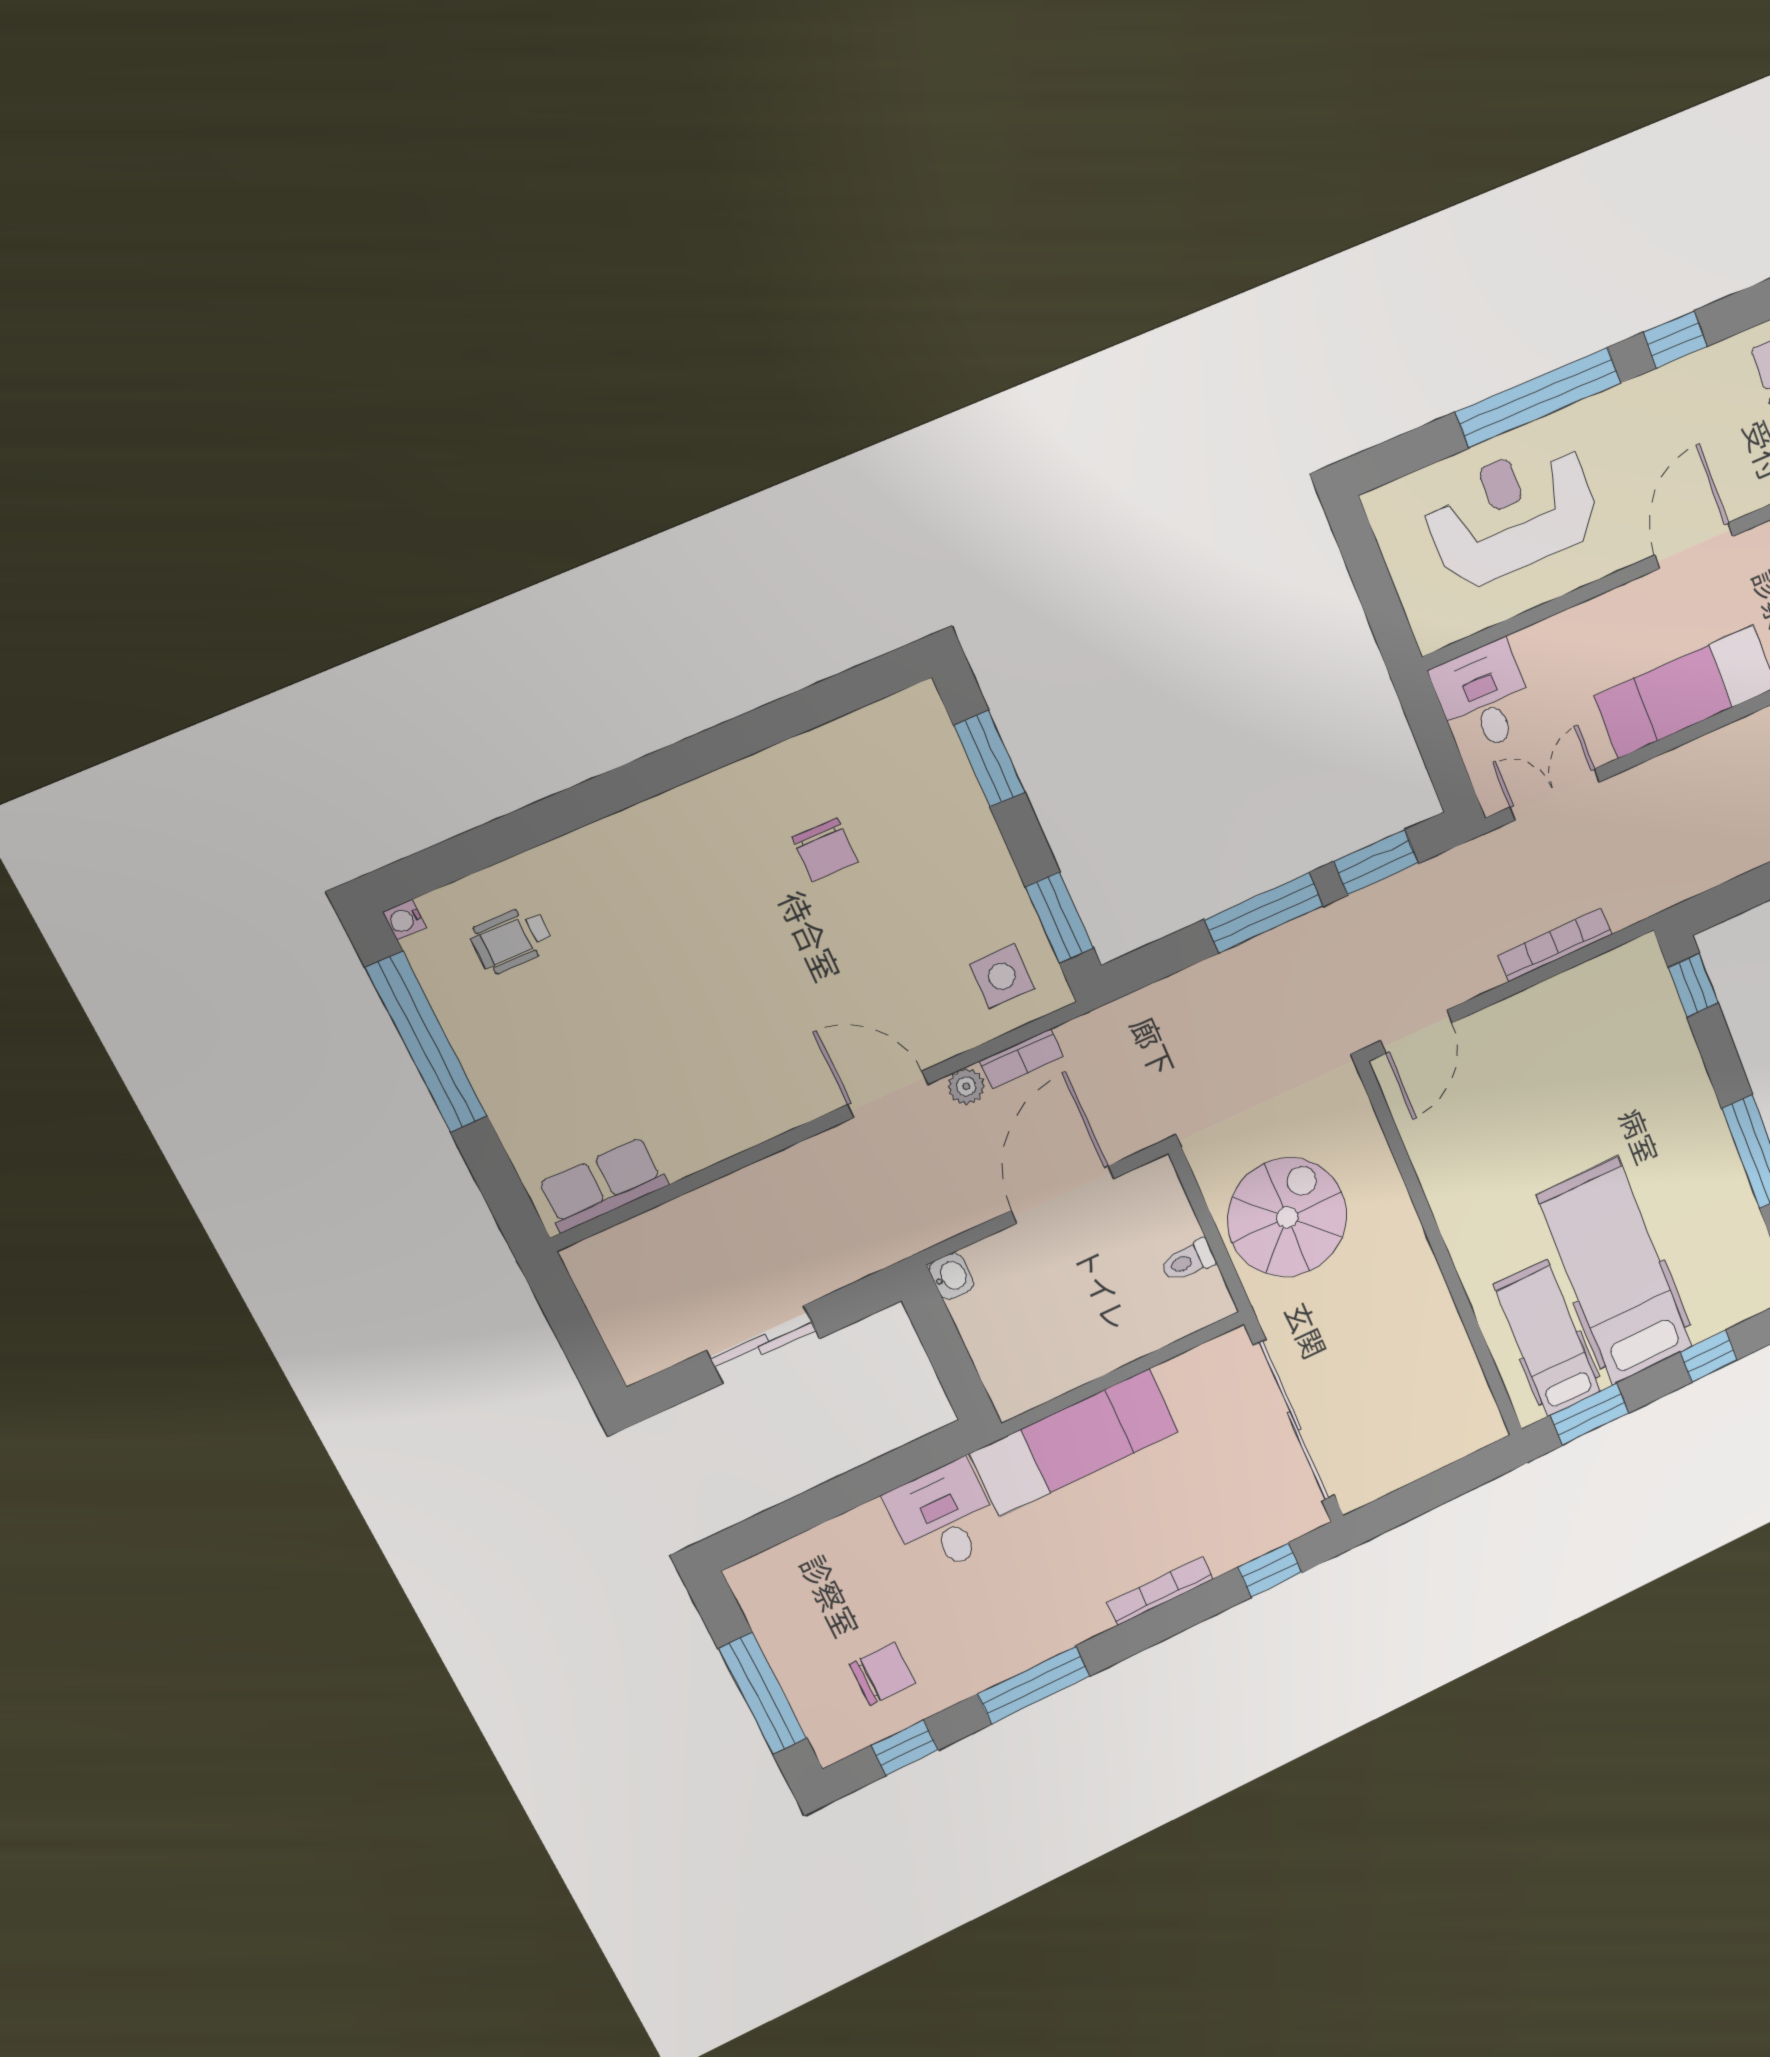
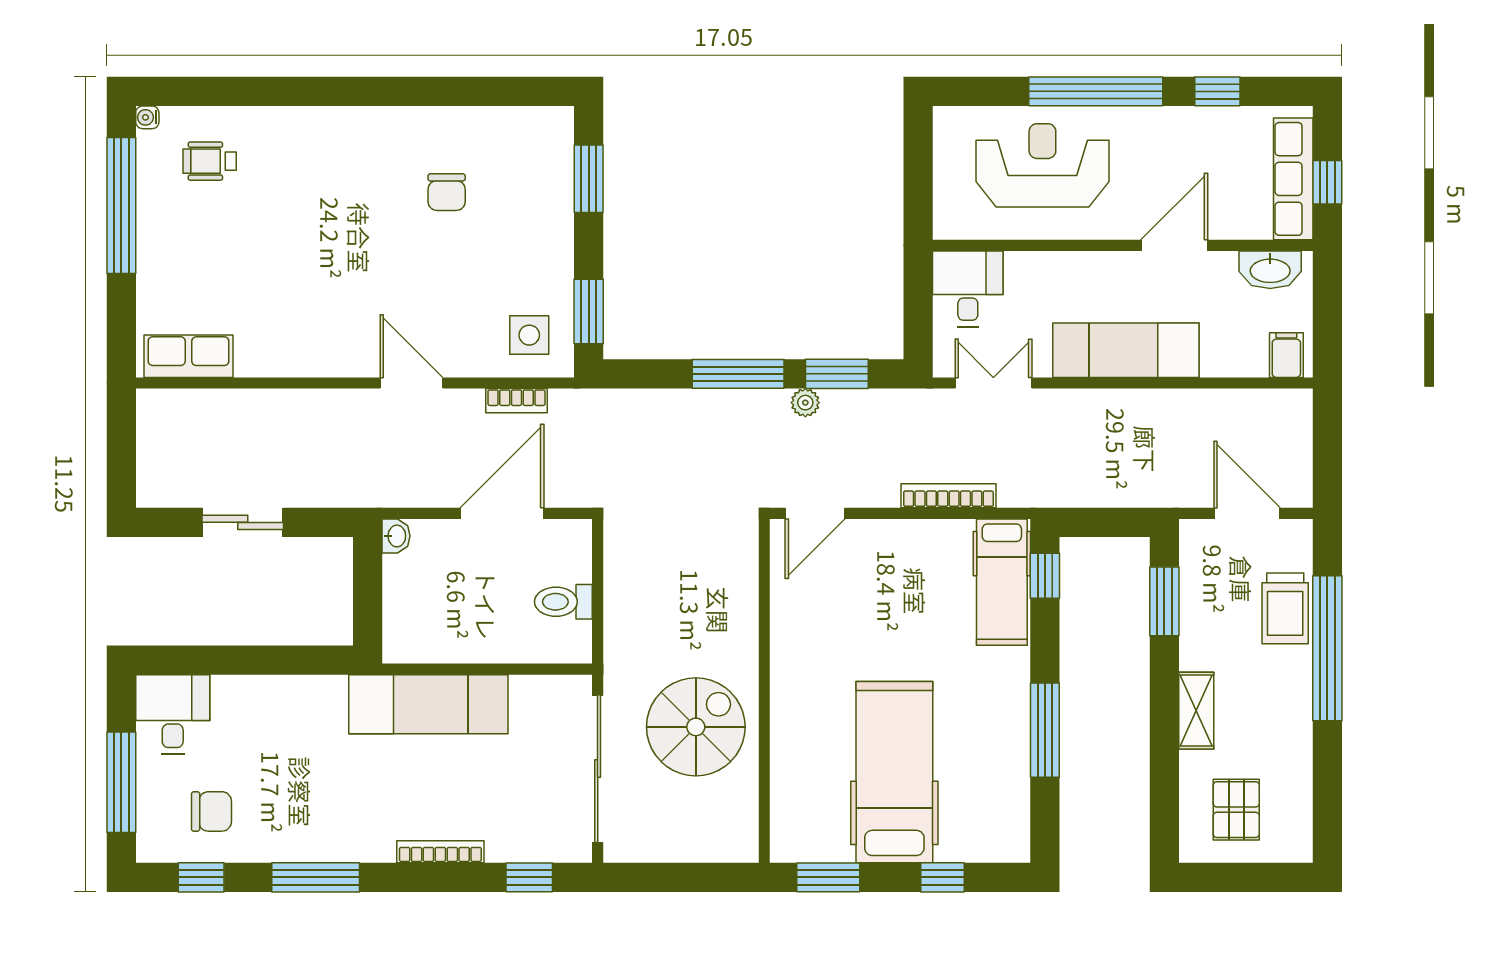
plant: (966, 1086) -> (805, 403), moved
spiral stairs: (1287, 1217) -> (696, 727), moved
toilet: (1188, 1261) -> (563, 602), width x1.37, depth x1.39
hospital bed: (1547, 1338) -> (1002, 582), moved, turned 180
desk: (944, 1518) -> (173, 714), moved

